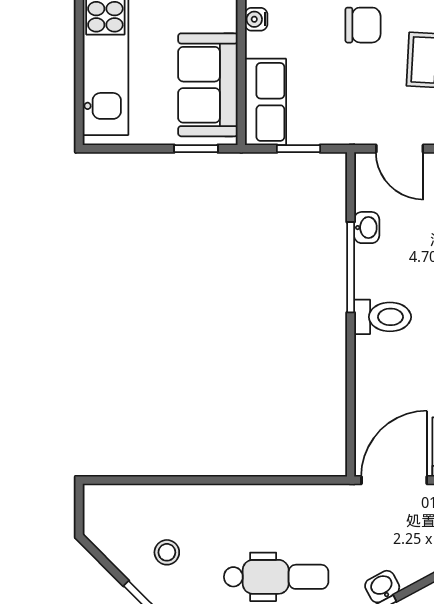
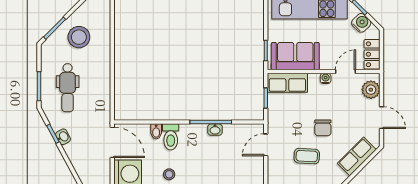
washbasin: (367, 228) -> (215, 130), moved
toilet: (383, 317) -> (171, 137), moved
bidet: (371, 385) -> (156, 131), added
stool: (167, 552) -> (79, 37), width x1.89, depth x1.89

